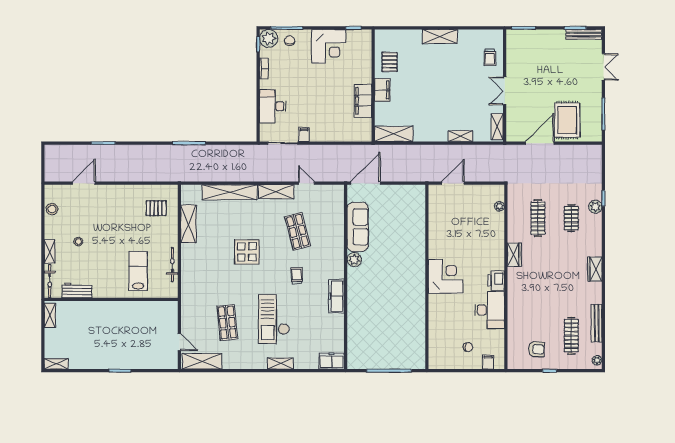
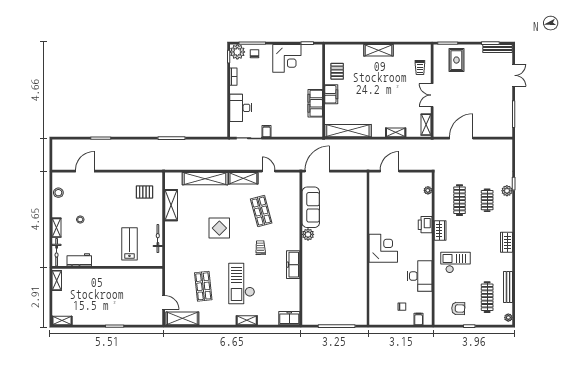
rug: (567, 120) -> (456, 60), moved, width x0.73, depth x0.70
shelving: (394, 134) -> (348, 131), width x1.47
printer: (496, 281) -> (425, 225), moved
checkout: (533, 294) -> (456, 263), added

